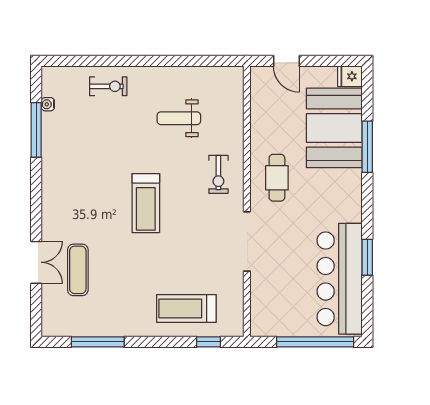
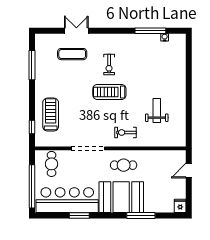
exercise bike: (108, 86) -> (109, 65), moved
booth: (334, 128) -> (121, 197), moved
double door: (36, 262) -> (76, 31), swing flipped
cafe table: (275, 307) -> (52, 164), added

